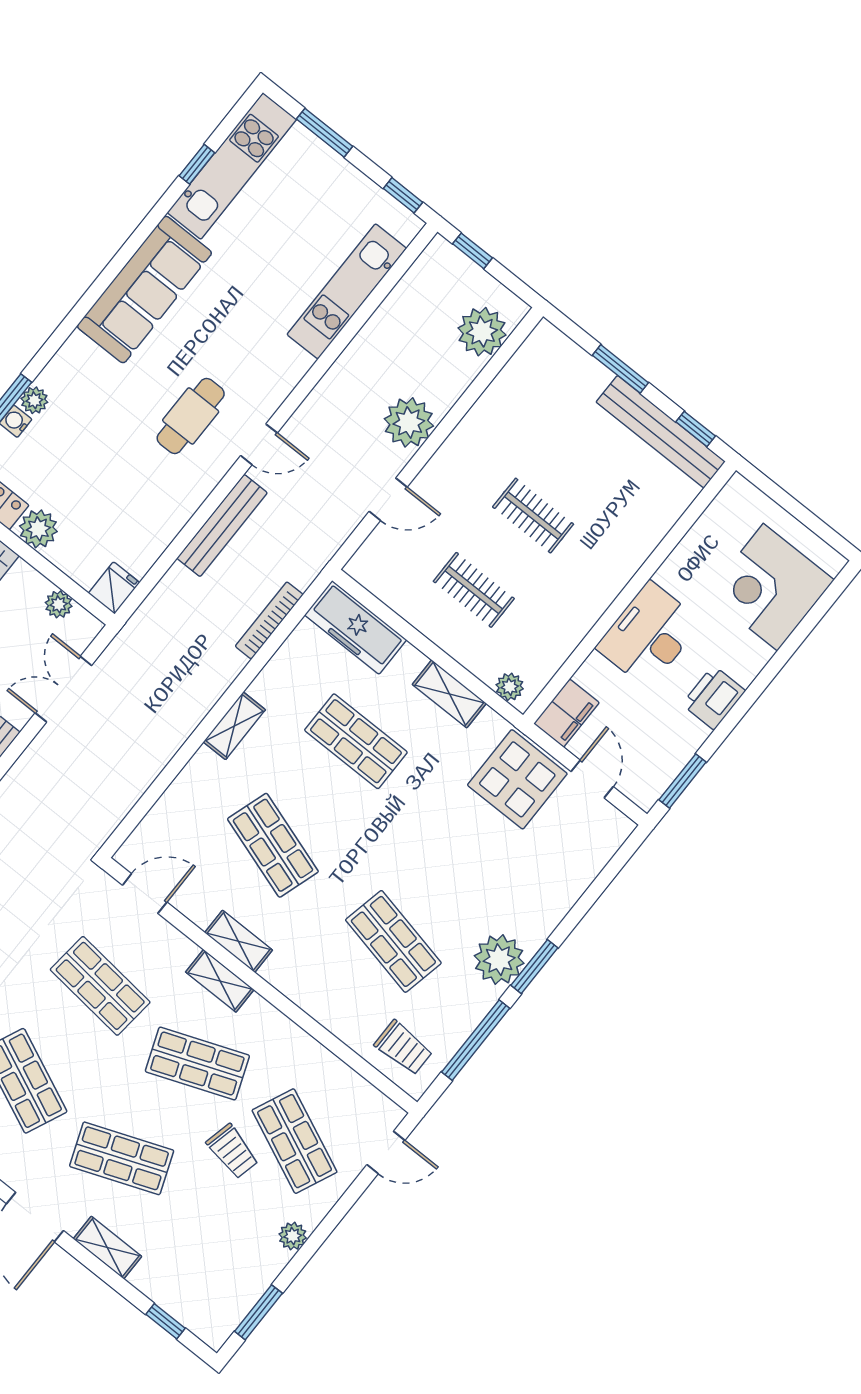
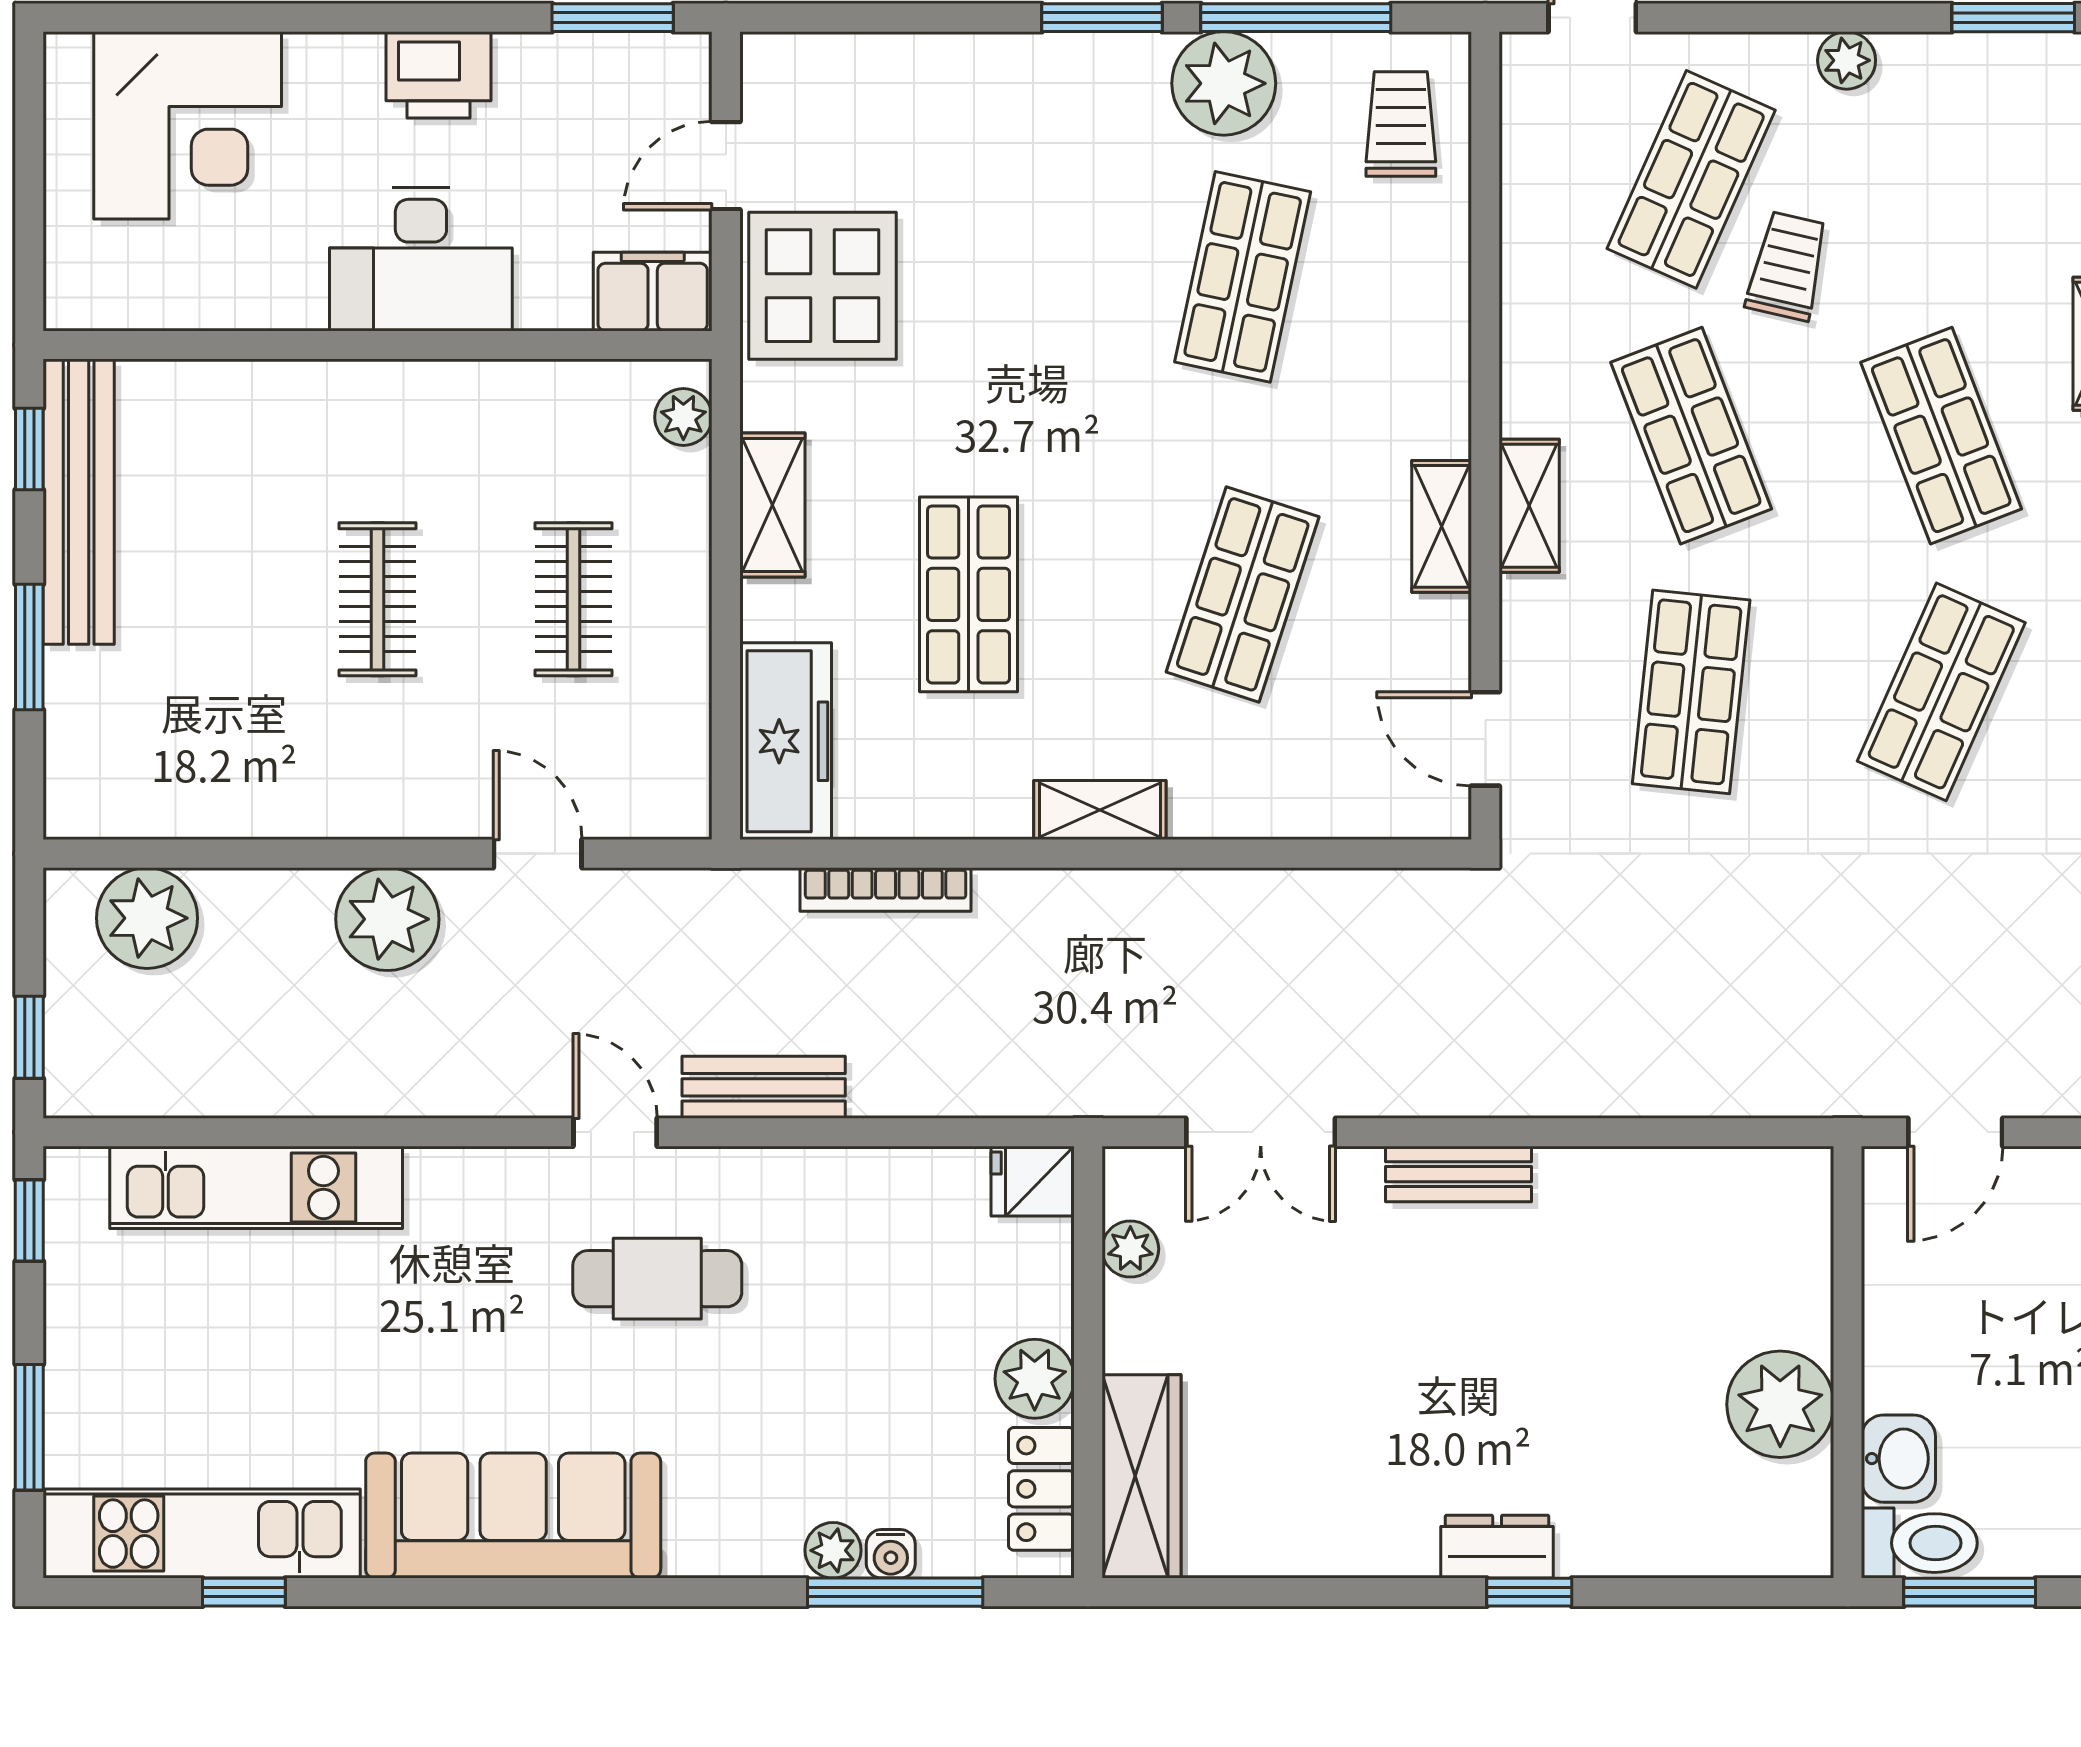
bench: (222, 525) -> (764, 1087), width x0.73
plant: (499, 960) -> (1224, 83), moved

